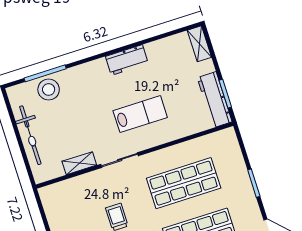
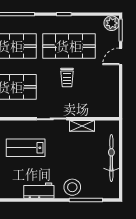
workbench: (127, 60) -> (39, 191), moved
stool: (49, 89) -> (72, 187), moved

